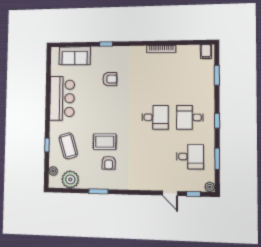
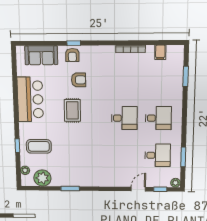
filing cabinet: (206, 52) -> (160, 52), moved
desk: (190, 117) -> (158, 118), turned 180
window: (217, 121) -> (184, 121), removed
rug: (105, 142) -> (72, 110), moved, turned 90
coffee table: (68, 146) -> (39, 146), turned -74
armchair: (109, 163) -> (72, 55), moved
door: (170, 193) -> (138, 189), swing flipped

